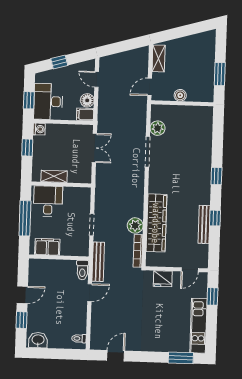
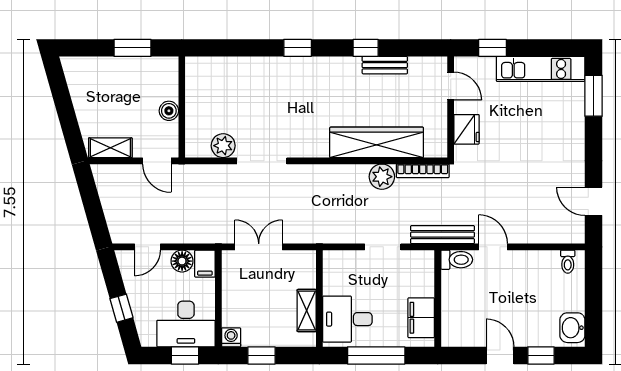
bench: (204, 224) -> (385, 65), width x0.73

